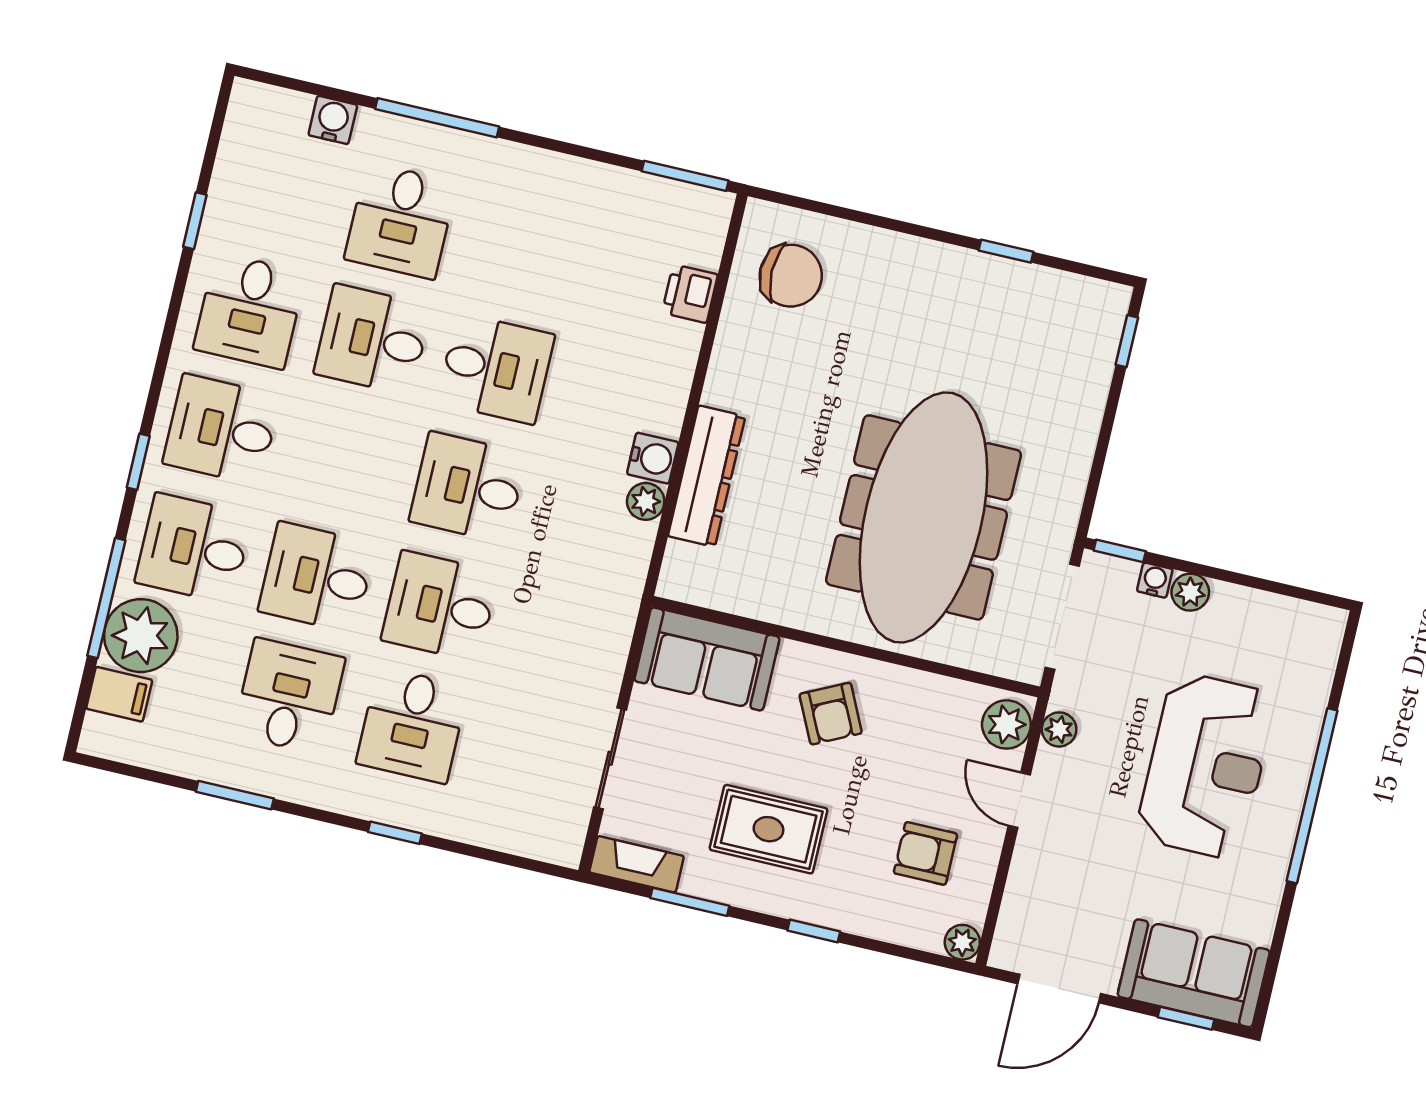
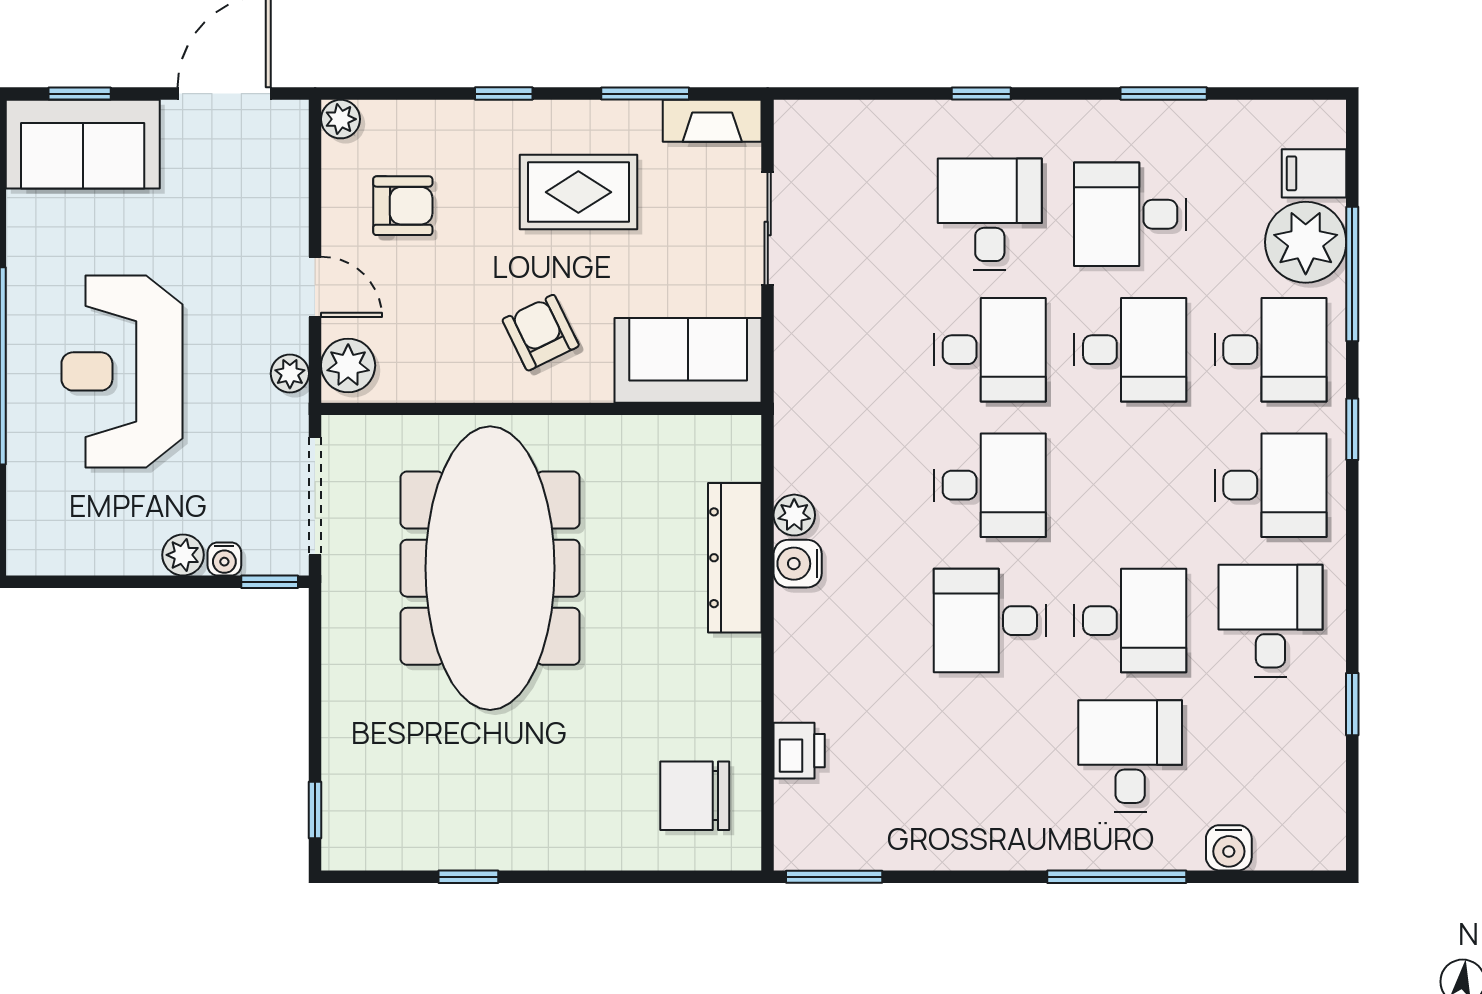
desk: (289, 696) -> (1130, 214), turned 90

